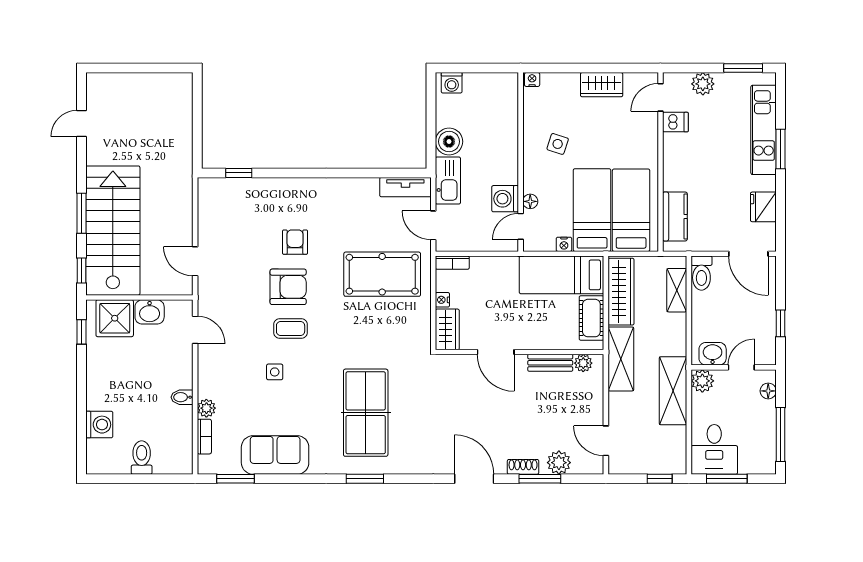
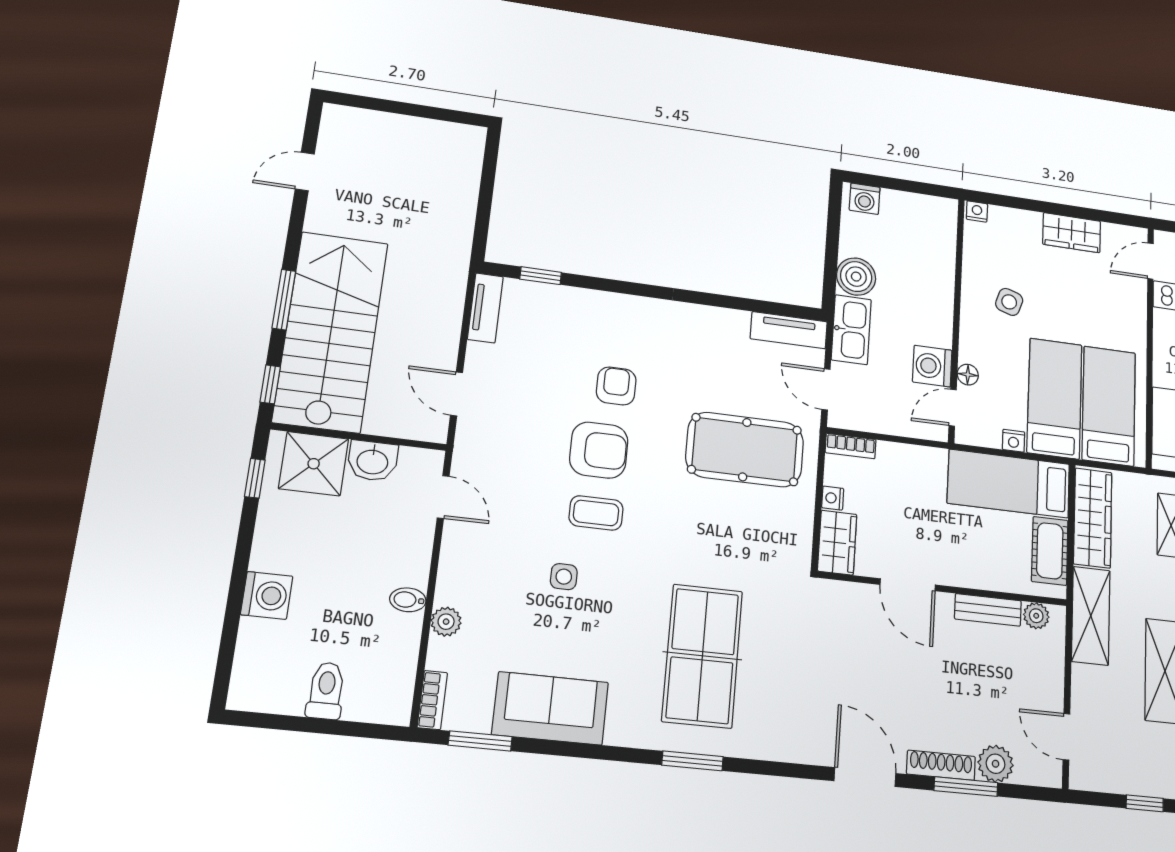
tv unit: (206, 201) -> (485, 308), added
washing machine: (99, 425) -> (267, 595), moved
bookcase: (204, 437) -> (432, 700), moved
shoe rack: (523, 467) -> (941, 765), width x1.43

